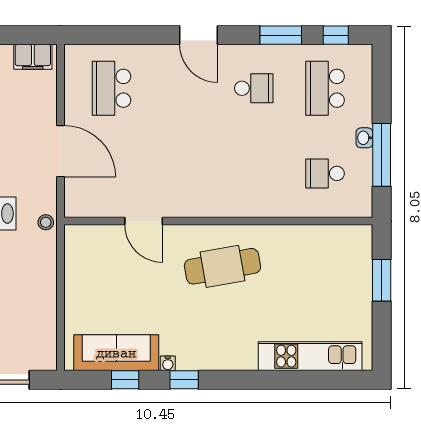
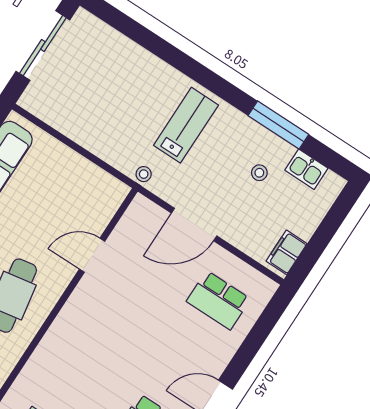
school desk: (111, 88) -> (218, 300), turned 180

